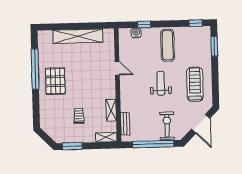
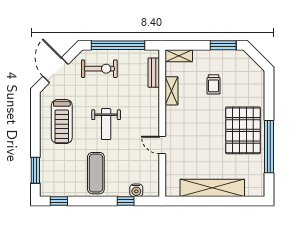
pallet: (55, 81) -> (243, 130), width x1.37, depth x1.41
exercise bike: (167, 126) -> (99, 69), turned -90

